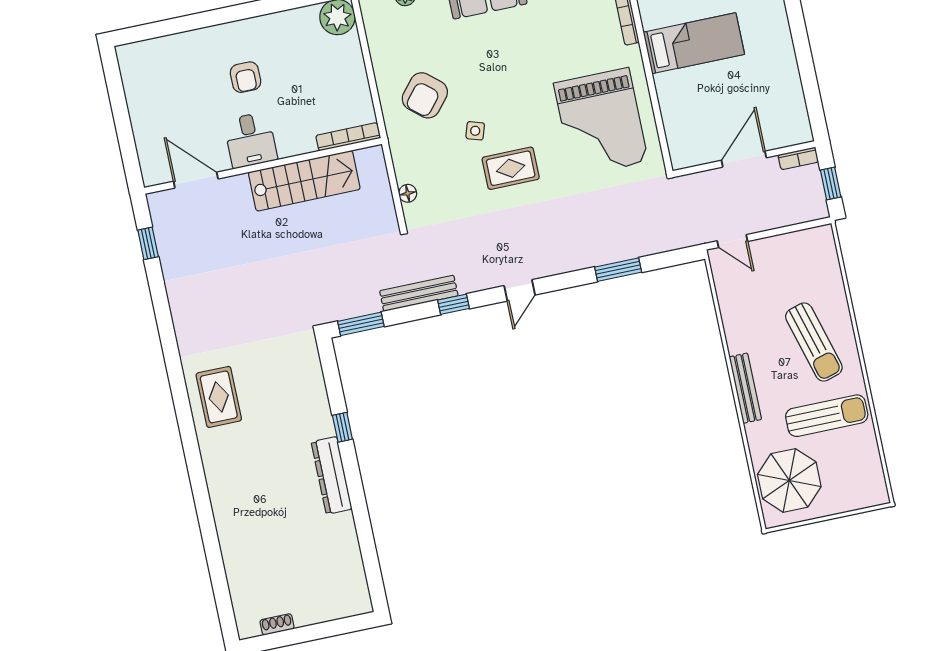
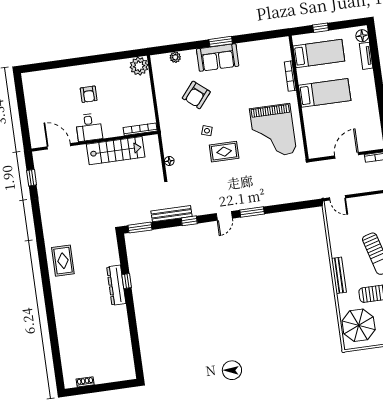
armchair: (425, 95) -> (196, 95), moved
window: (618, 270) -> (252, 212), moved
dresser: (332, 475) -> (116, 285), moved

